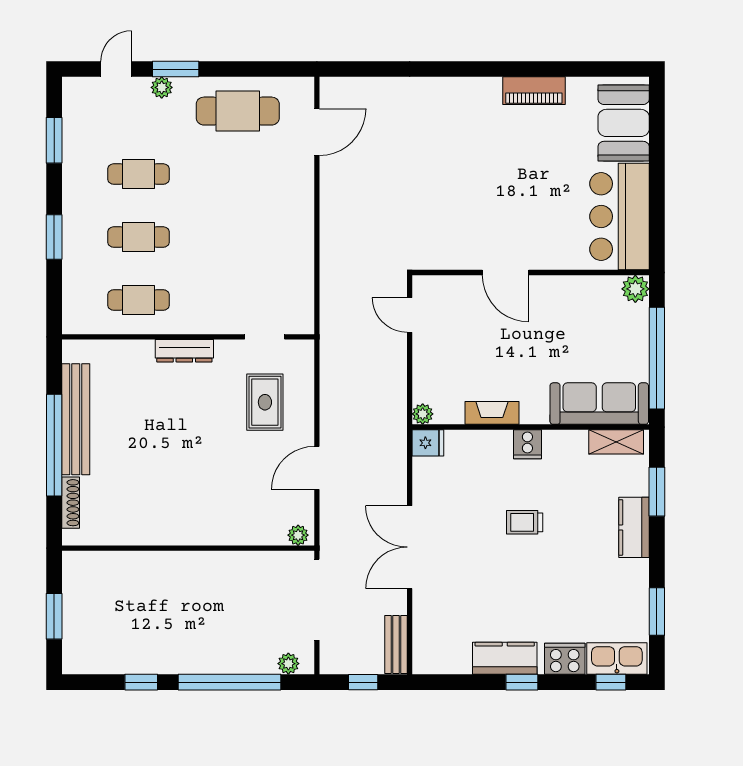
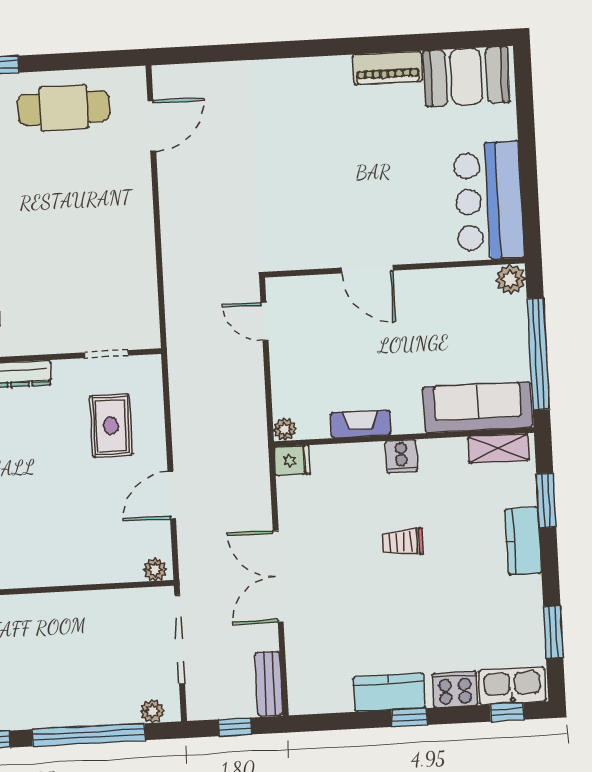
booth: (624, 123) -> (466, 76), moved, turned 90

